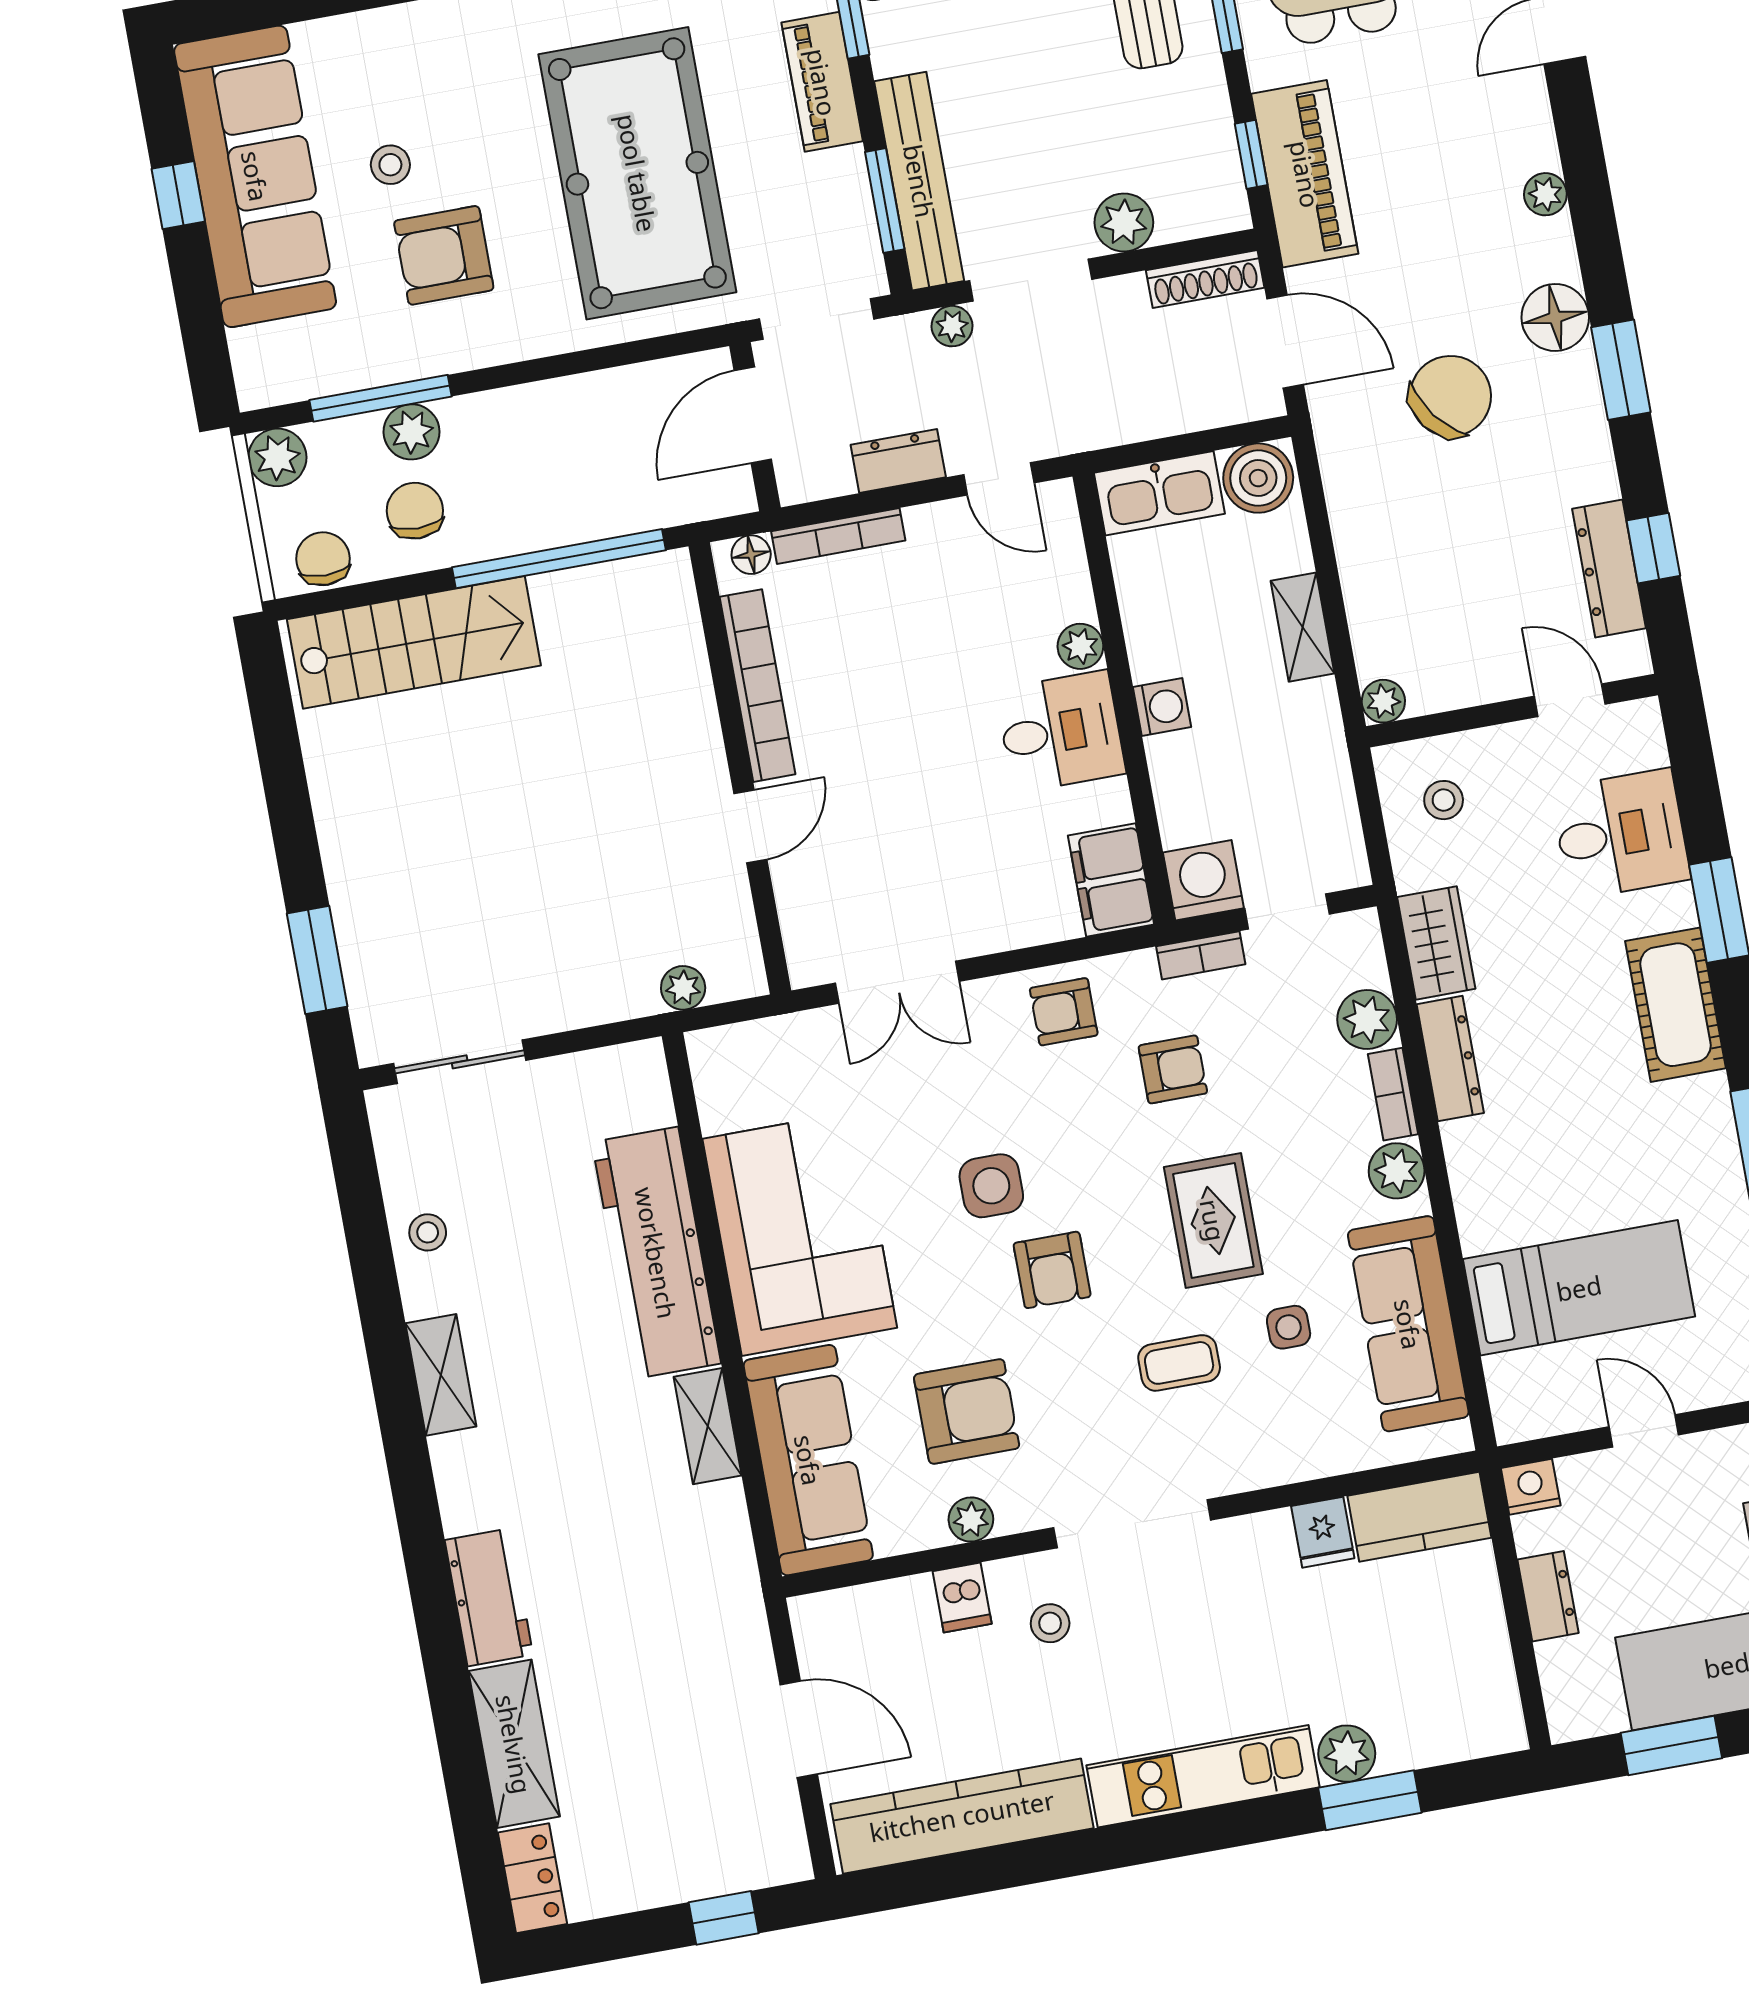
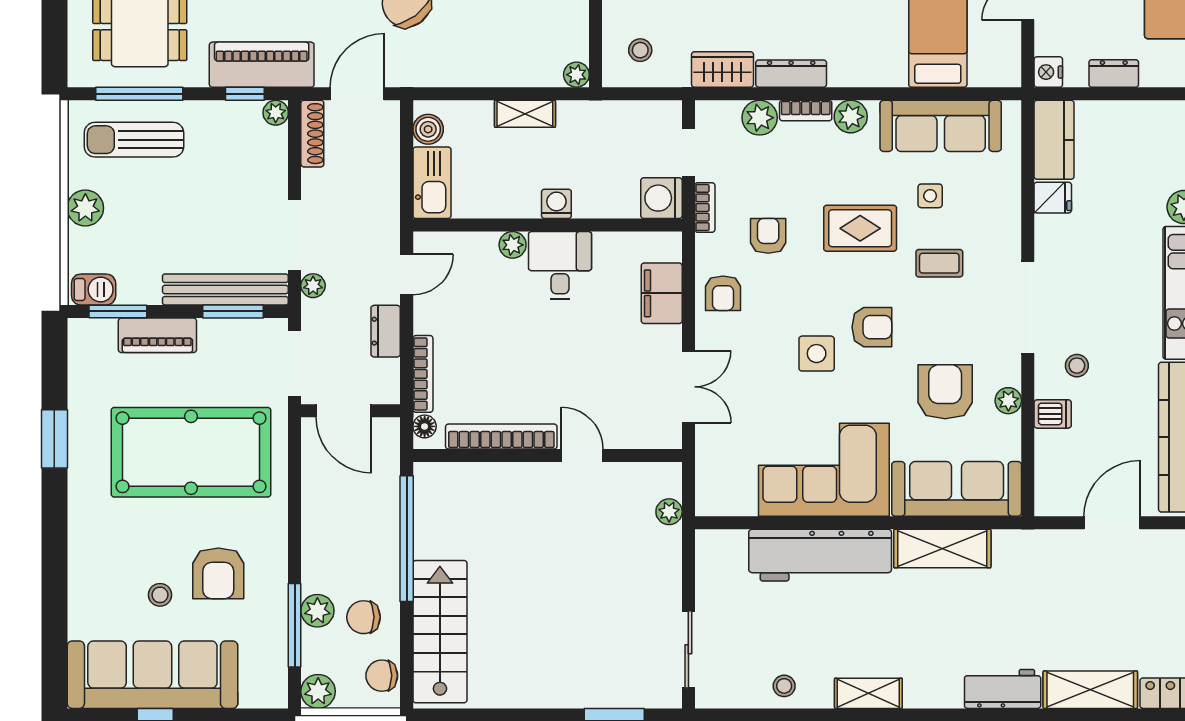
plant: (1124, 222) -> (276, 113), moved, width x0.73, depth x0.73
boiler: (1258, 478) -> (428, 129), width x0.73, depth x0.73
filing cabinet: (1111, 880) -> (662, 293), moved, turned 90
coffee table: (1179, 1363) -> (939, 263), turned 90
shelving: (708, 1426) -> (942, 549), width x1.50, depth x1.33

